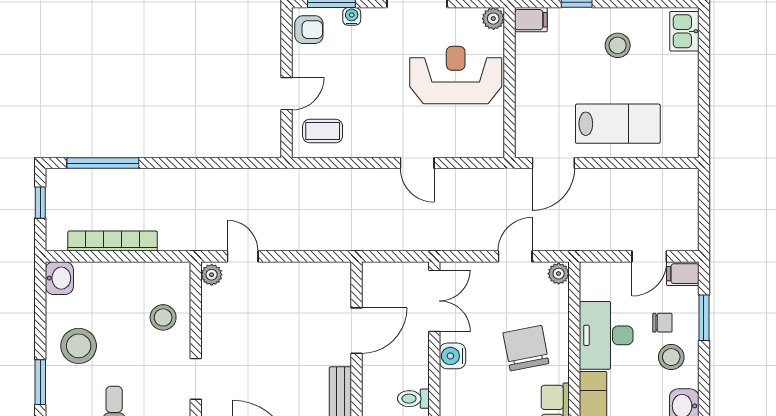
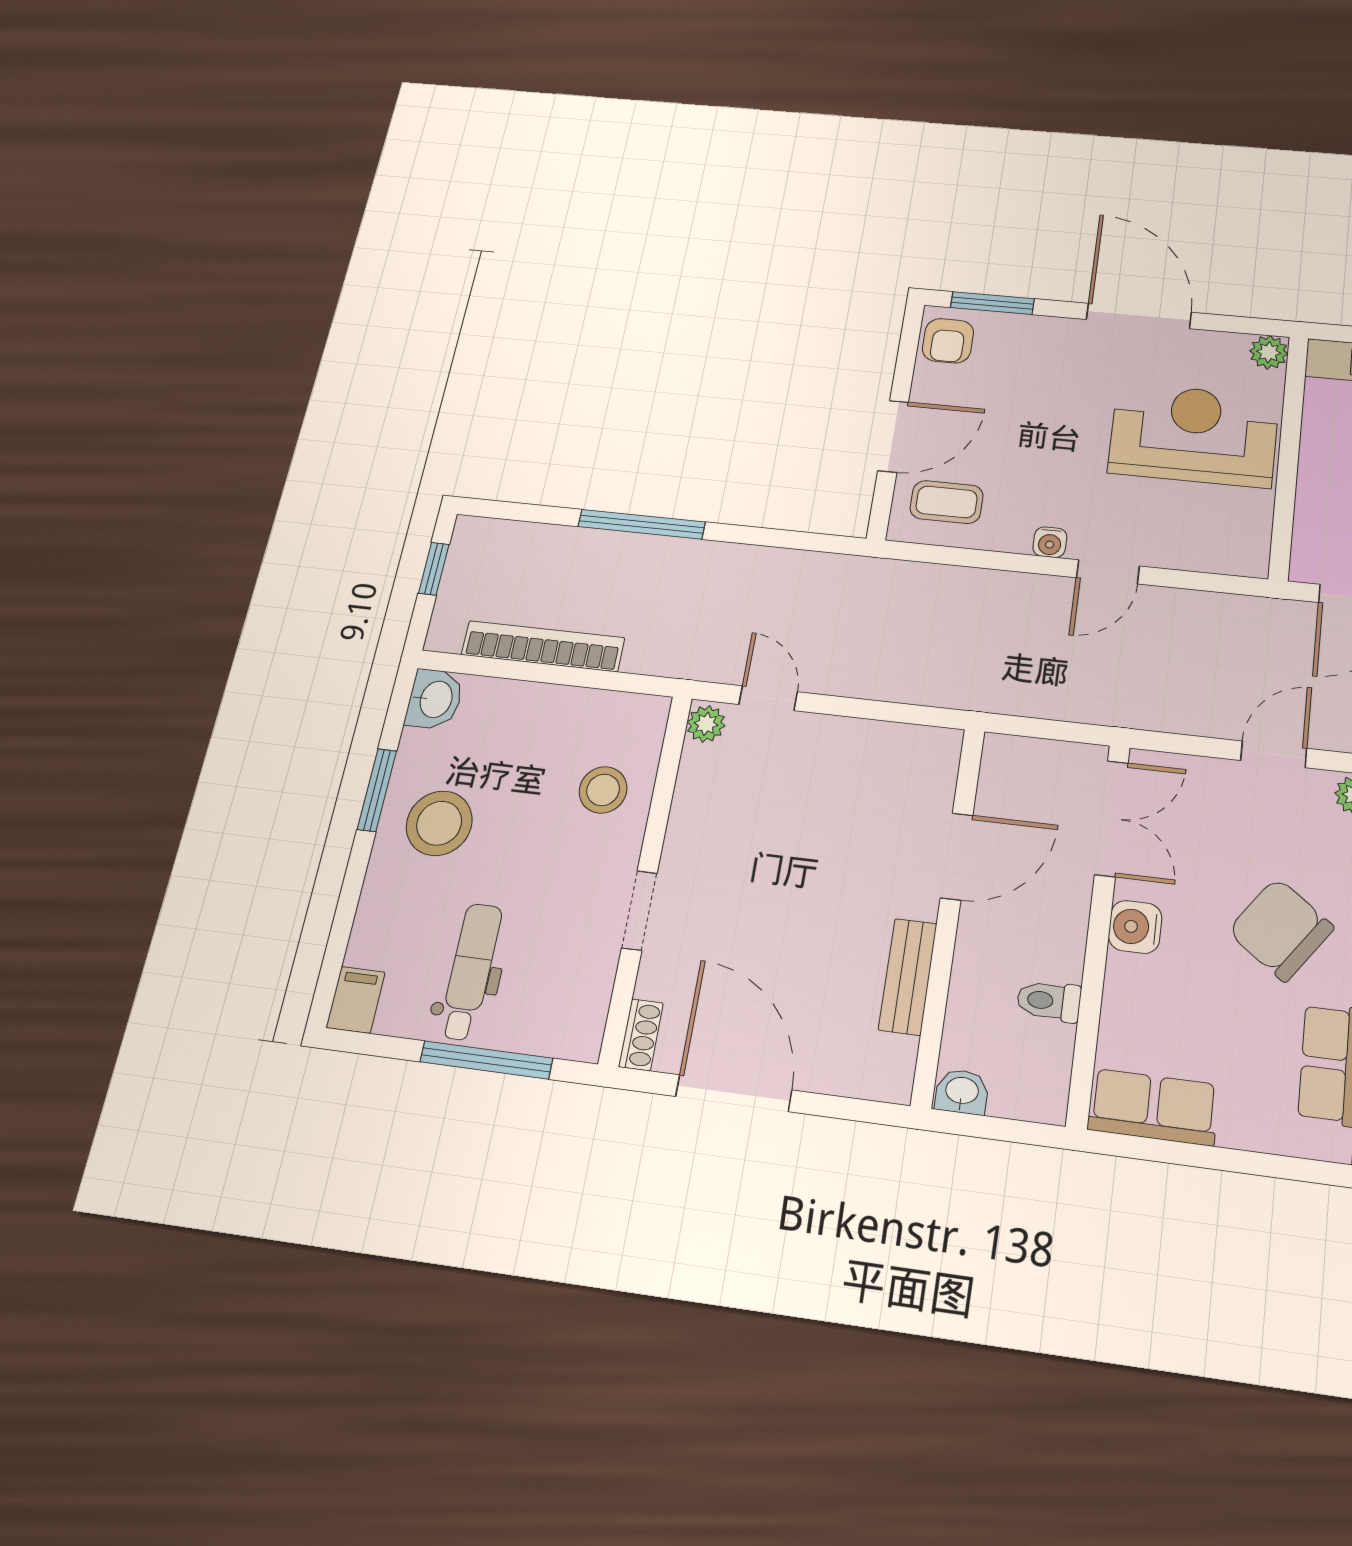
water cooler: (352, 16) -> (1050, 542), moved, turned 180
armchair: (309, 30) -> (948, 341), turned 90
door: (287, 94) -> (893, 436), width x1.38
window: (103, 163) -> (641, 524), moved
door: (417, 163) -> (1108, 572), hinge flipped
chair: (526, 348) -> (1281, 929), turned -43
window: (40, 382) -> (377, 790), moved

